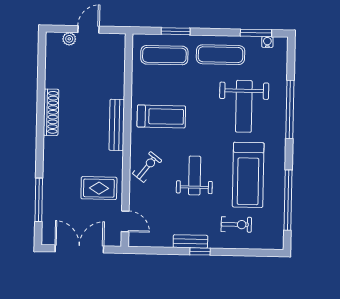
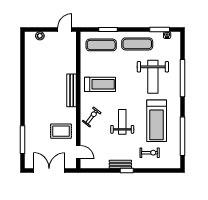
door: (88, 29) -> (65, 29), moved
shoe rack: (51, 112) -> (29, 83), removed

